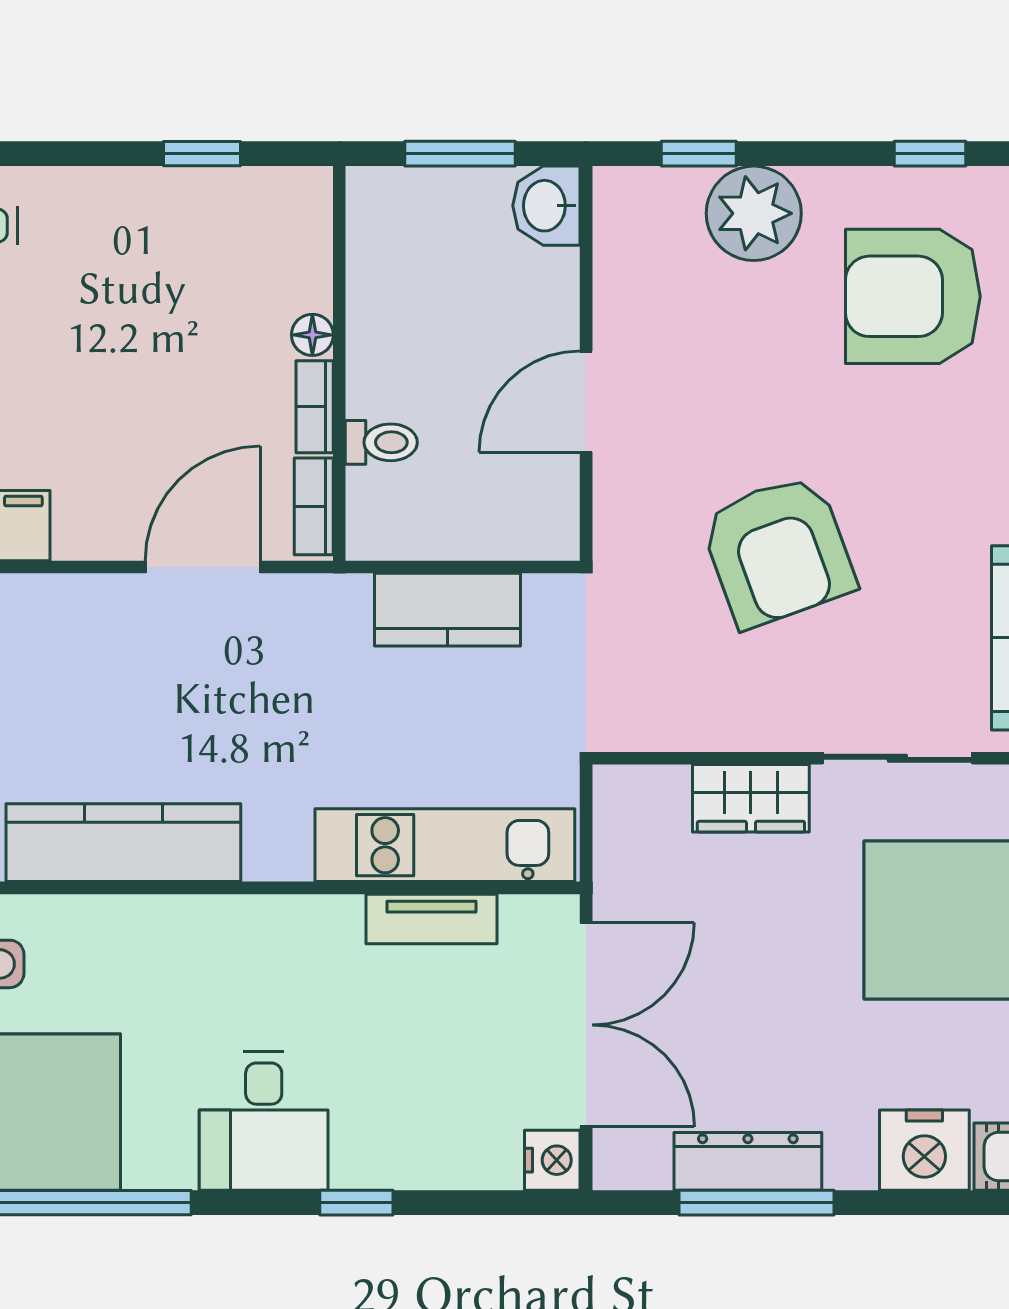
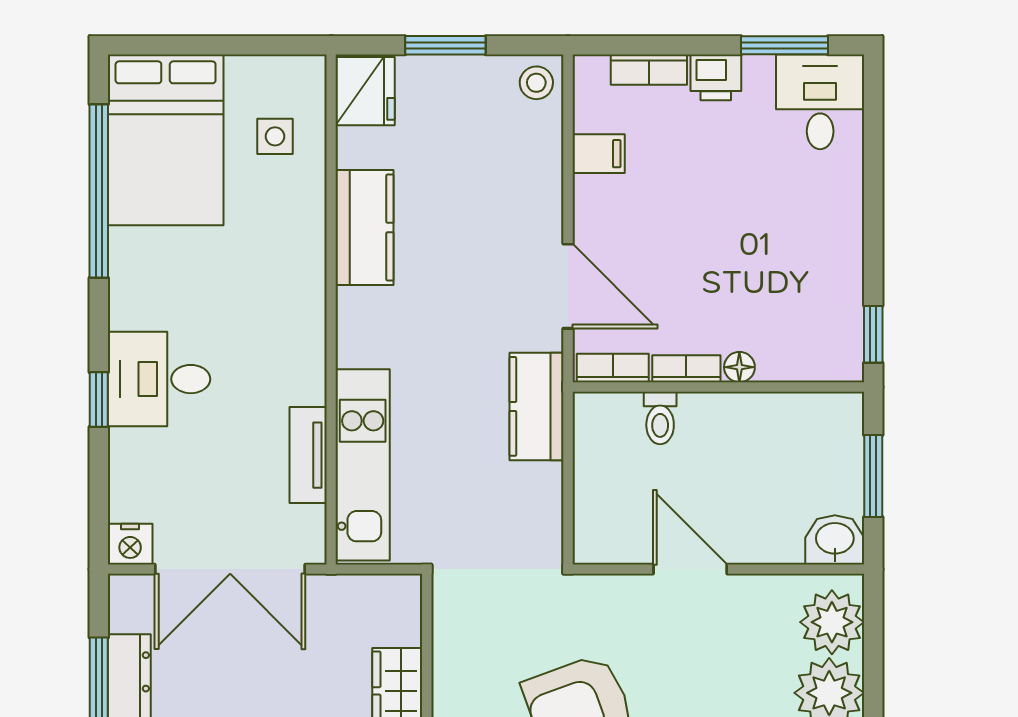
window: (202, 154) -> (873, 334), moved
window: (699, 154) -> (873, 652), removed
plant: (658, 209) -> (832, 622), added
kitchen counter: (447, 610) -> (537, 406), moved
kitchen counter: (123, 843) -> (365, 227), width x0.67
desk: (264, 1121) -> (159, 379), moved

